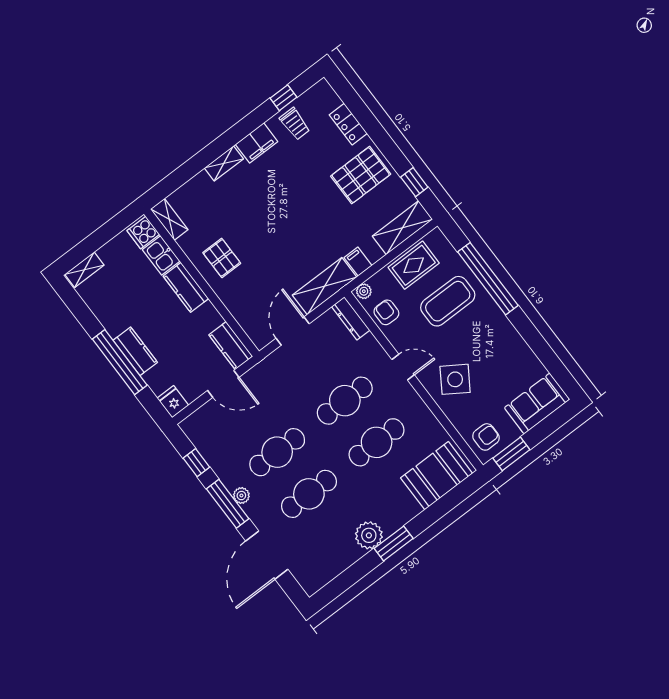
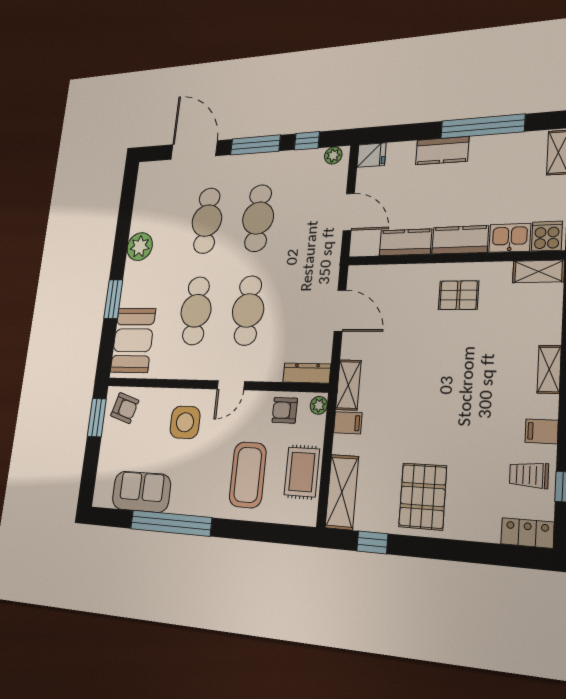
locker: (348, 124) -> (527, 533), moved
filing cabinet: (257, 143) -> (542, 431), width x0.50
window: (488, 279) -> (171, 523), moved
shelving: (325, 286) -> (348, 385), width x0.67, depth x0.75
armchair: (386, 312) -> (285, 410), turned 180
kitchen counter: (231, 346) -> (405, 242), moved
window: (120, 362) -> (482, 126), moved
side table: (455, 379) -> (185, 422), turned -33
door: (223, 384) -> (349, 212), swing flipped
sofa: (537, 404) -> (141, 492), moved, turned -90
armchair: (486, 437) -> (125, 408), turned -73
plant: (241, 496) -> (333, 155), moved
window: (394, 543) -> (113, 299), moved

